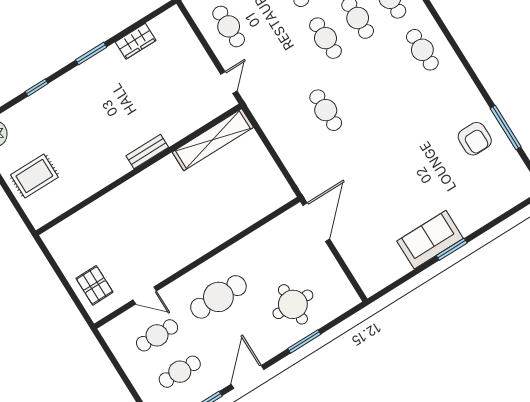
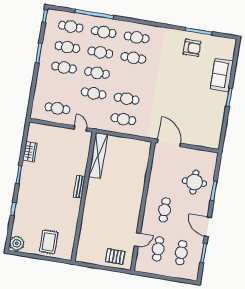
cafe table: (293, 58) -> (94, 93), added
cafe table: (390, 70) -> (133, 58), added
cafe table: (294, 130) -> (123, 119), added
sofa: (430, 240) -> (222, 75), moved
cafe table: (218, 297) -> (165, 210), width x0.73, depth x0.74

